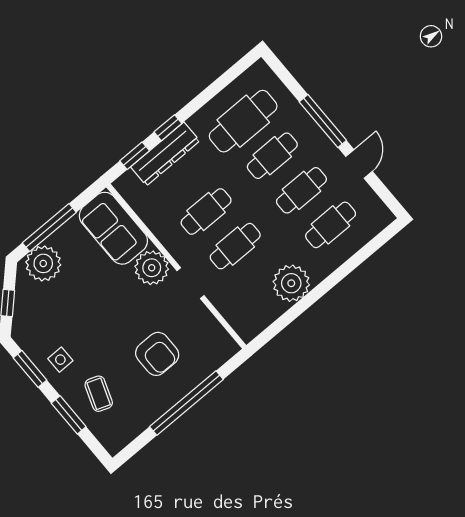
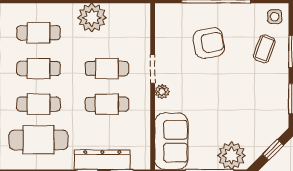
plant: (152, 268) -> (162, 92), width x0.53, depth x0.53
armchair: (157, 354) -> (209, 43), turned 80
side table: (60, 360) -> (275, 17), moved

